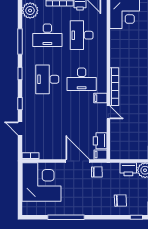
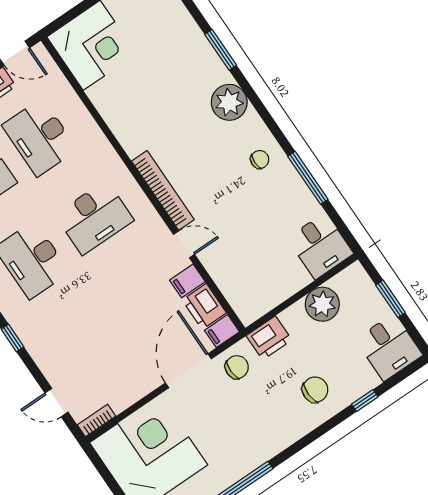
filing cabinet: (100, 98) -> (187, 281), moved
door: (20, 128) -> (57, 403), moved
door: (78, 161) -> (188, 371), hinge flipped
printer: (128, 169) -> (269, 338), moved

